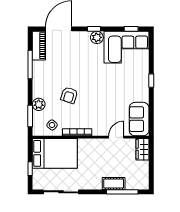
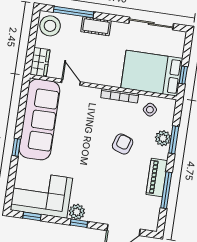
piano: (39, 46) -> (157, 178), moved
window: (30, 116) -> (174, 140), moved
sofa: (139, 119) -> (39, 119), width x1.85, depth x1.27
door: (116, 137) -> (71, 82), swing flipped
window: (30, 169) -> (183, 75), moved
stool: (139, 178) -> (50, 26), added
cot: (114, 183) -> (96, 26), moved

